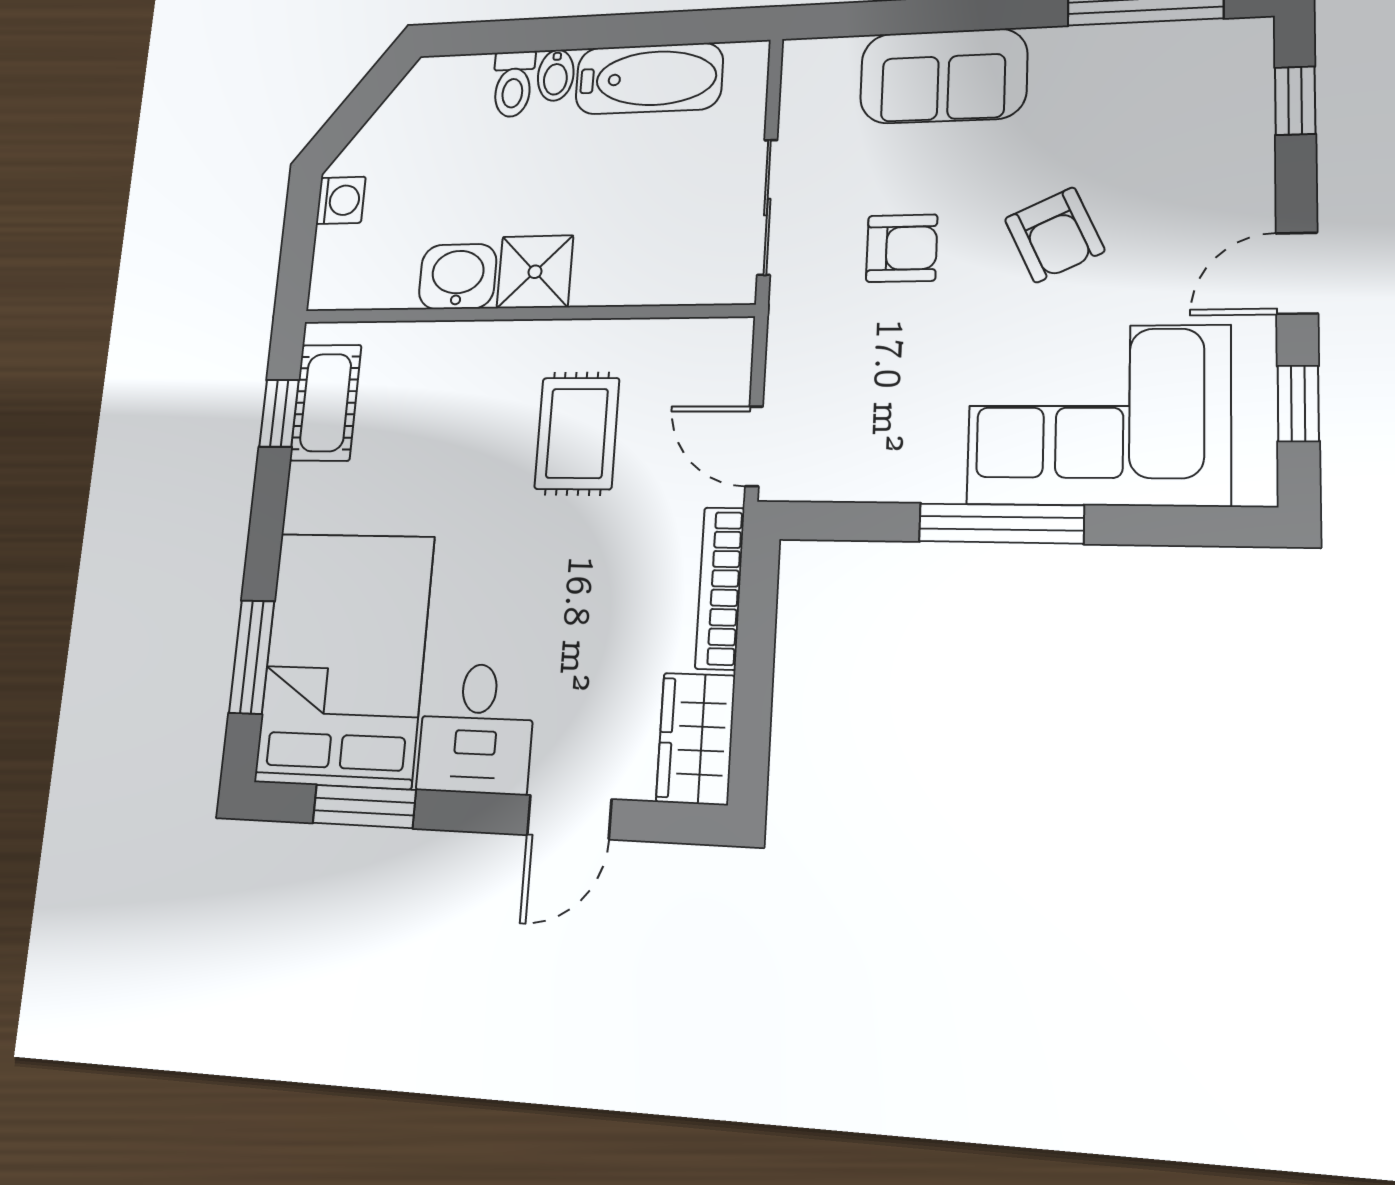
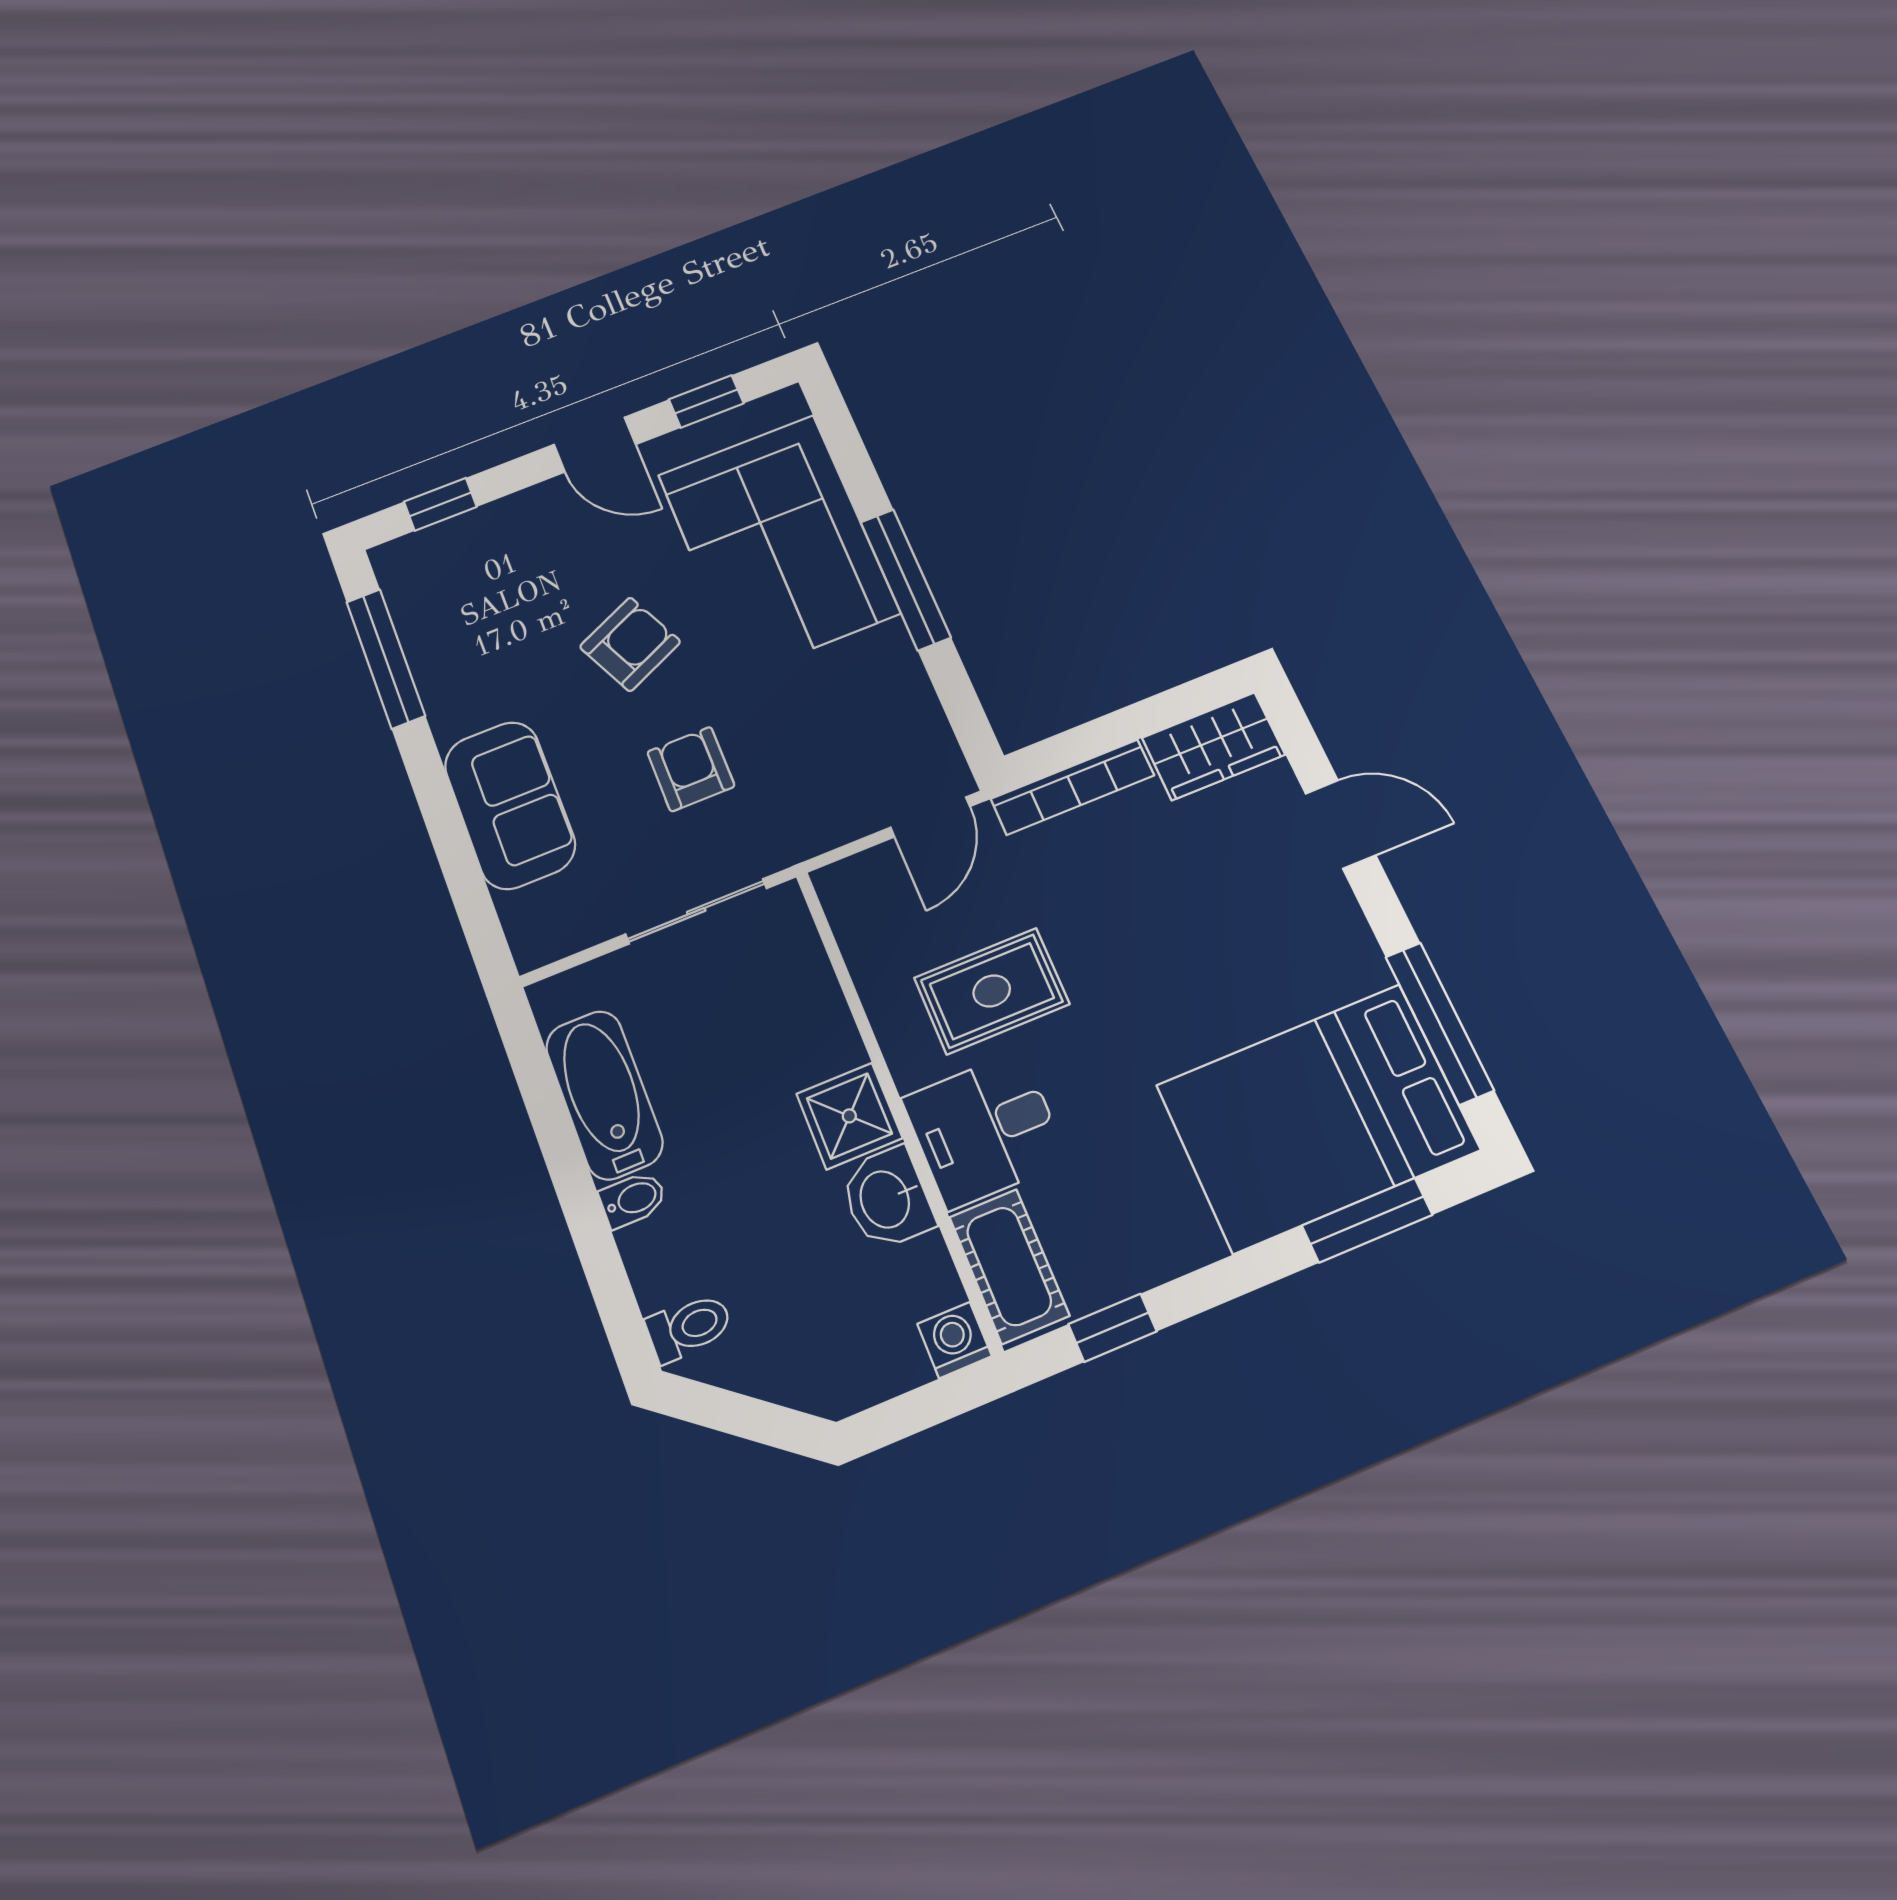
toilet: (513, 84) -> (689, 1327), moved
washing machine: (341, 200) -> (955, 1340), moved
cot: (326, 403) -> (1009, 1266), moved, turned 90
desk: (476, 728) -> (985, 1130), moved, turned 180
window: (364, 806) -> (1439, 1023), width x1.44

